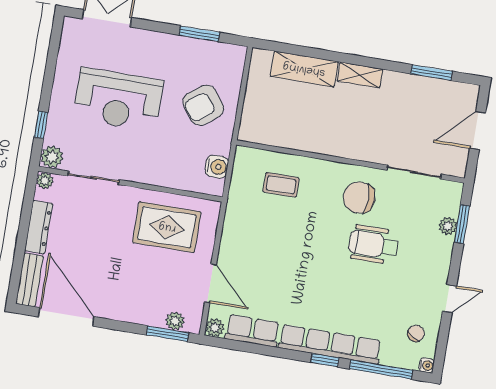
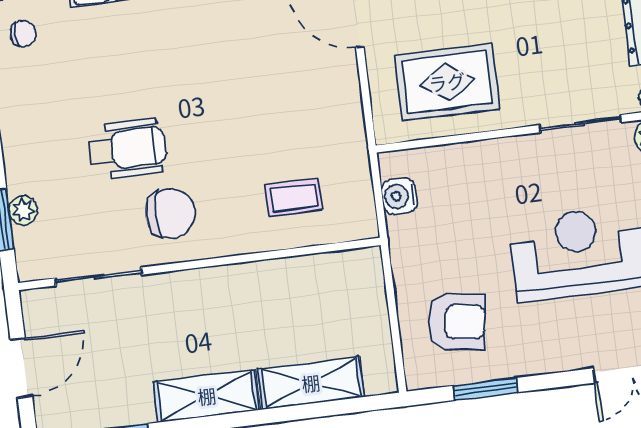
shelving: (360, 75) -> (207, 396), width x1.50, depth x1.33
armchair: (203, 105) -> (457, 322), moved, turned 46
chair: (416, 333) -> (23, 34), turned -122

